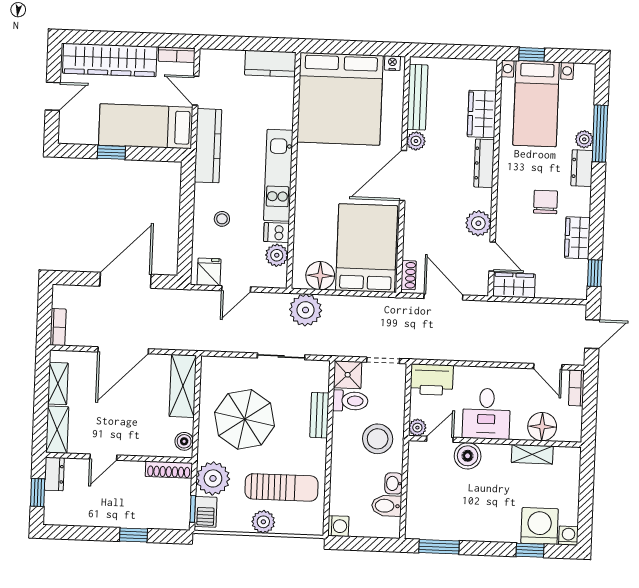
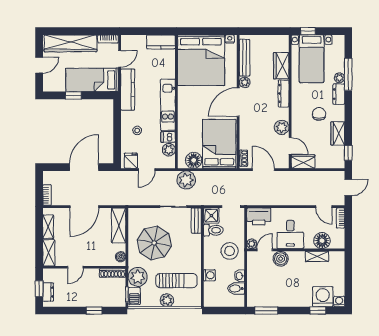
door: (196, 91) -> (120, 59), swing flipped
bench: (319, 415) -> (196, 221), moved
dresser: (54, 474) -> (48, 292), moved
washing machine: (338, 526) -> (209, 275), moved

